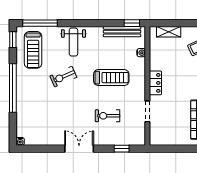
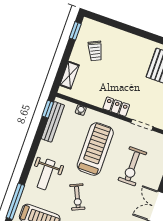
weight bench: (73, 42) -> (46, 175), turned 90
treadmill: (111, 78) -> (95, 149), width x1.37, depth x1.38
exercise bike: (108, 116) -> (132, 166), width x1.38, depth x1.39

